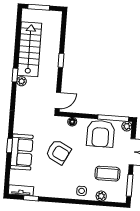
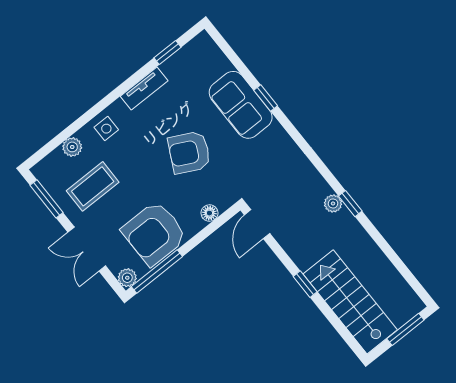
stairs: (29, 49) -> (350, 302), moved, turned 180
armchair: (101, 134) -> (154, 233), turned -90
tv unit: (21, 190) -> (144, 88), moved

